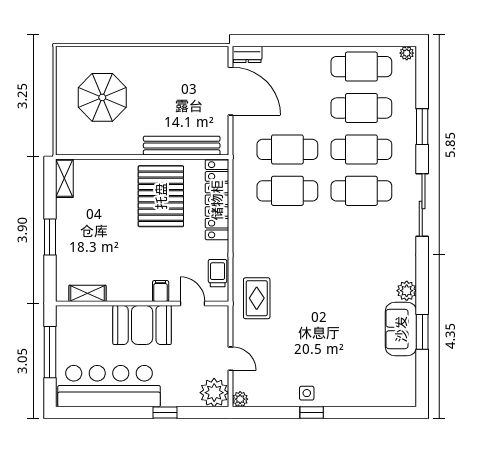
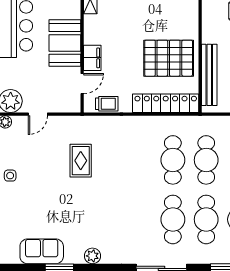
filing cabinet: (161, 291) -> (92, 58), width x2.00
rug: (257, 298) -> (81, 161), moved, turned 90
sofa: (401, 329) -> (42, 251), moved

